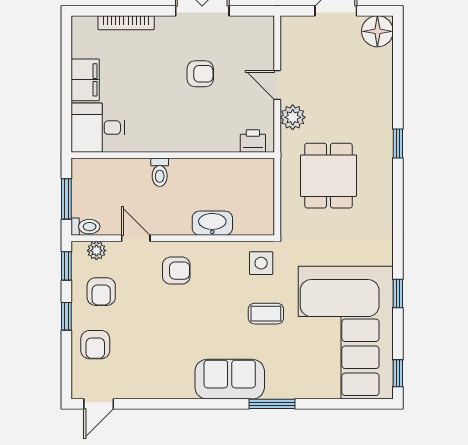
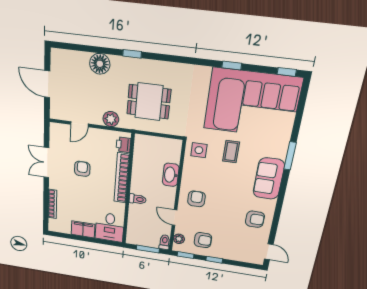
floor lamp: (377, 31) -> (100, 64), moved
door: (277, 85) -> (79, 124), moved
bookcase: (194, 142) -> (122, 178), added
door: (136, 238) -> (174, 218), hinge flipped
armchair: (95, 345) -> (255, 219), moved

